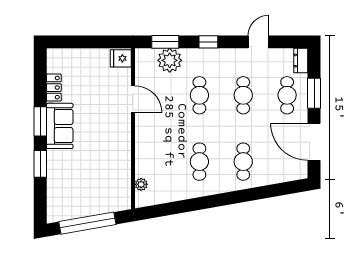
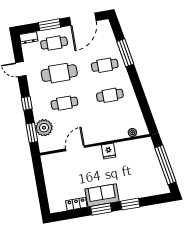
fridge: (121, 58) -> (109, 151), moved
cafe table: (243, 95) -> (59, 73), width x1.37, depth x1.35
window: (256, 194) -> (125, 53), added

